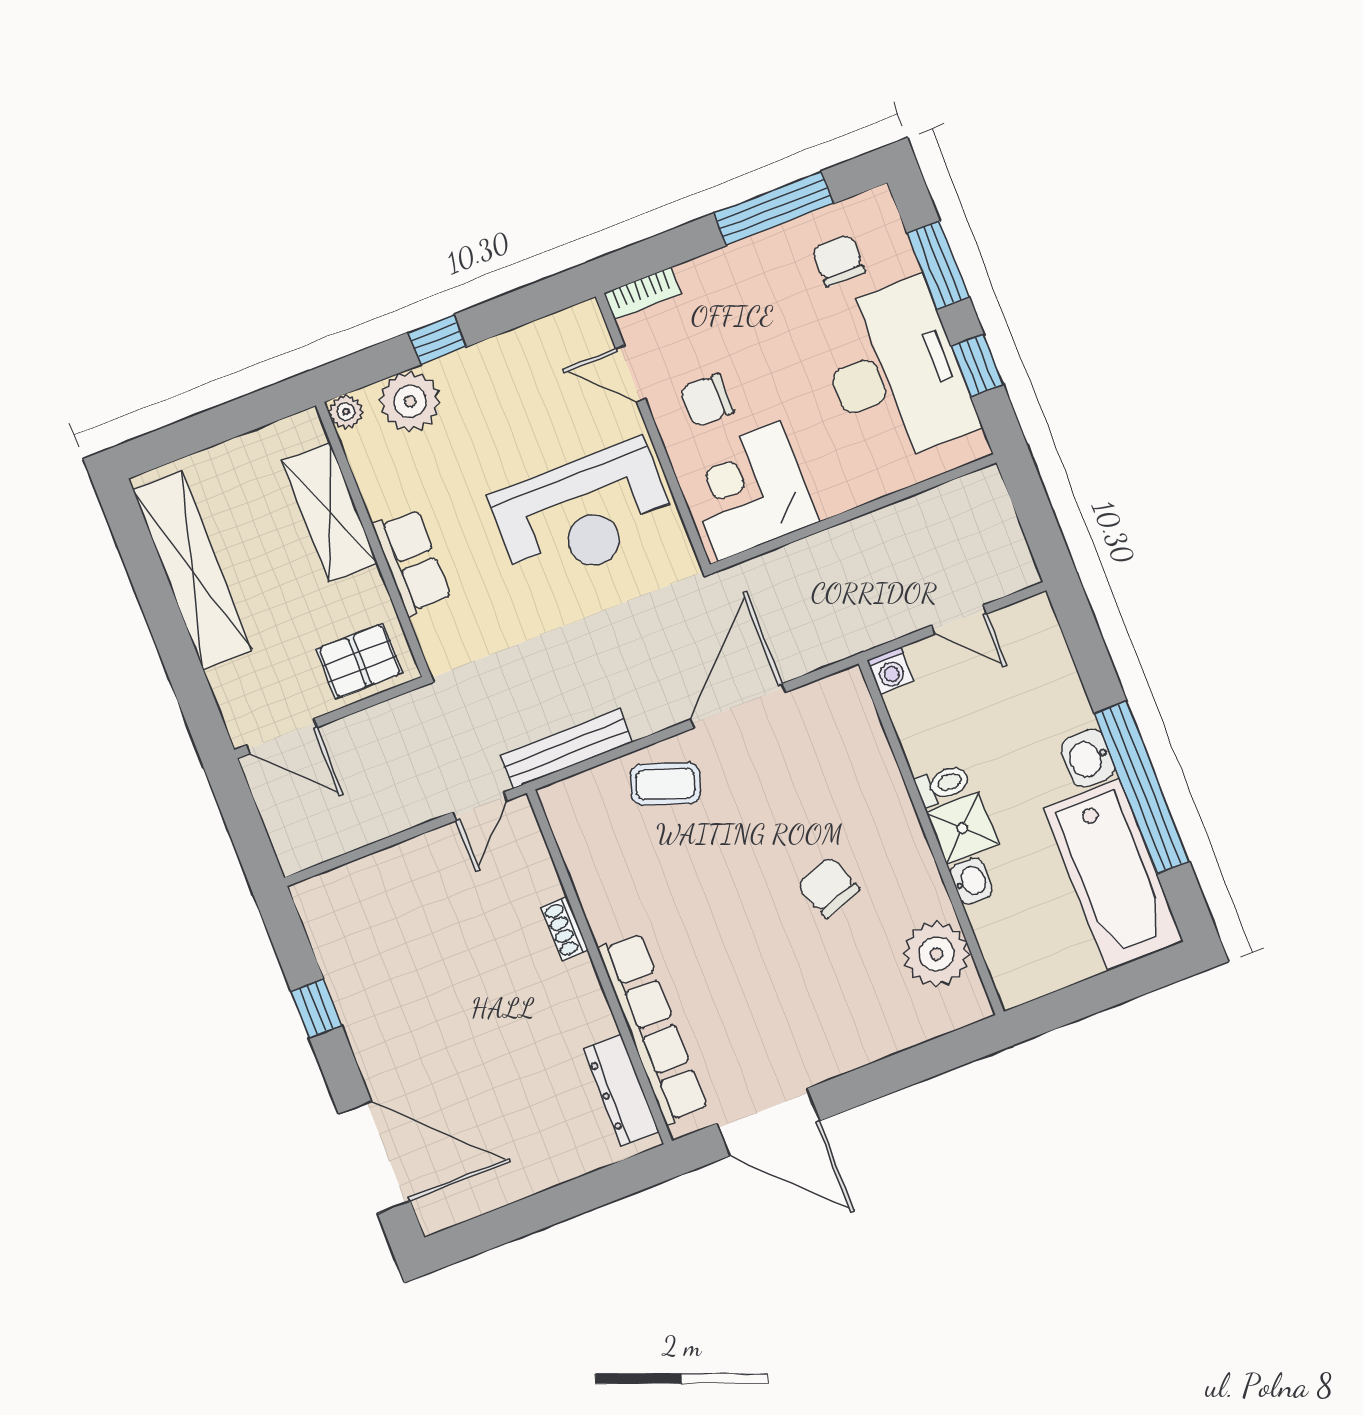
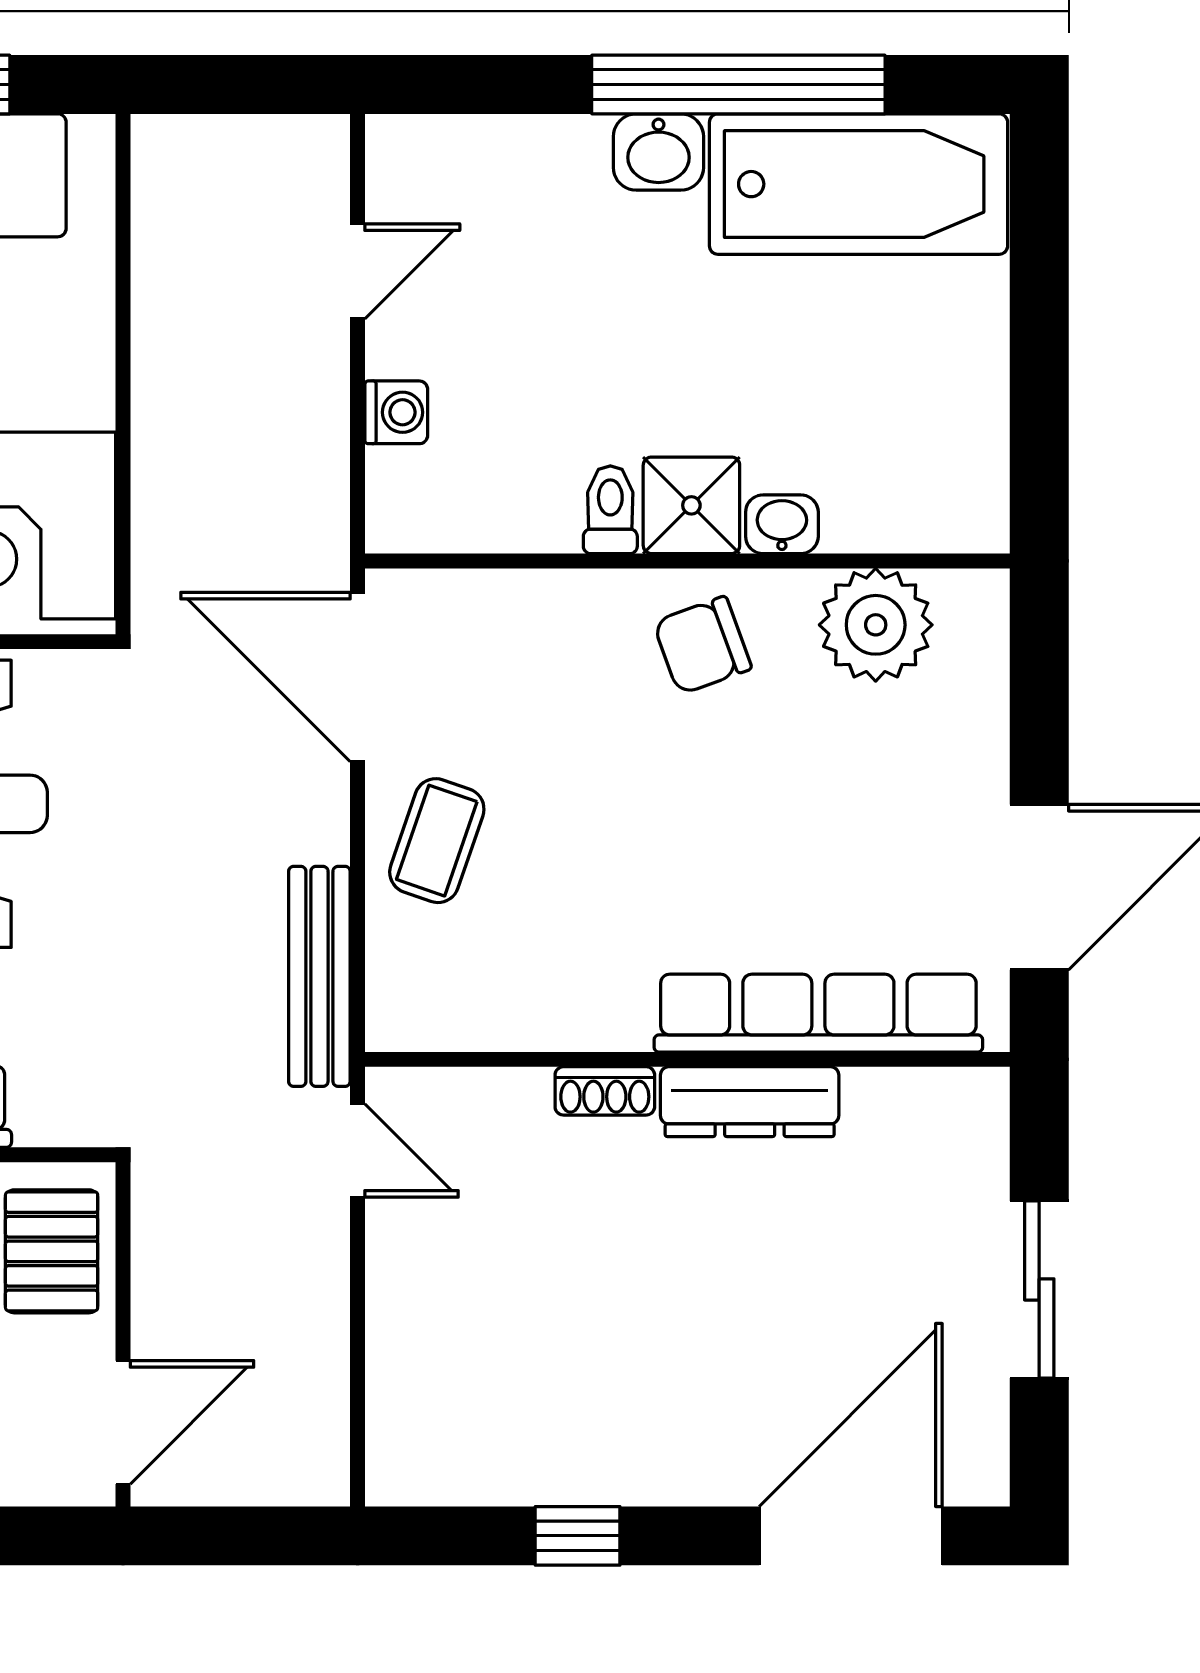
toilet: (943, 785) -> (610, 510), moved
shower: (962, 828) -> (691, 505), moved
wall: (931, 838) -> (687, 561), moved
washbasin: (971, 881) -> (782, 524), moved
plant: (936, 954) -> (876, 625), moved
dresser: (621, 1090) -> (750, 1102), moved
sliding door: (549, 1208) -> (1039, 1289), added

